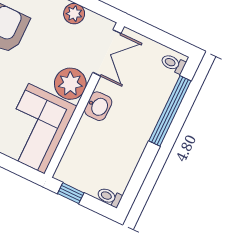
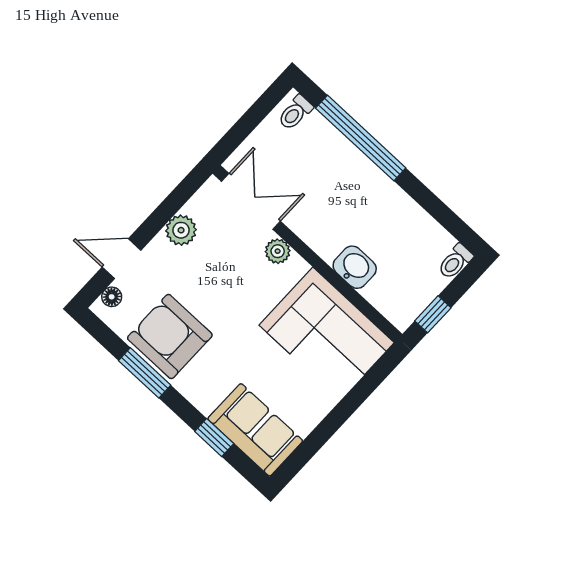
plant: (70, 84) -> (278, 251), width x0.53, depth x0.53
washbasin: (98, 106) -> (355, 267), moved

